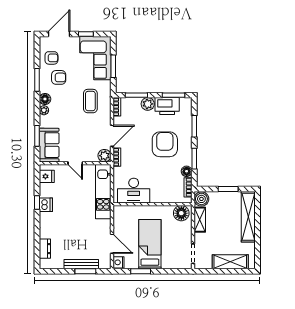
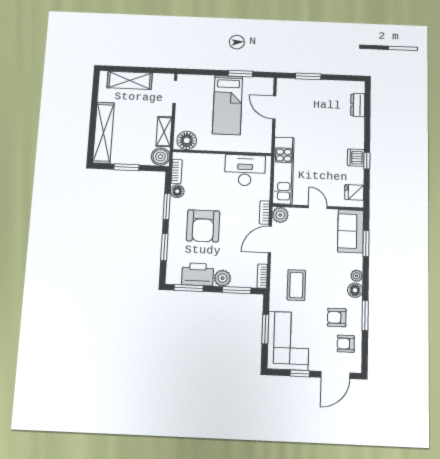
nightstand: (119, 262) -> (267, 85), removed
bench: (81, 264) -> (313, 85), removed

